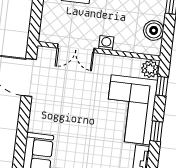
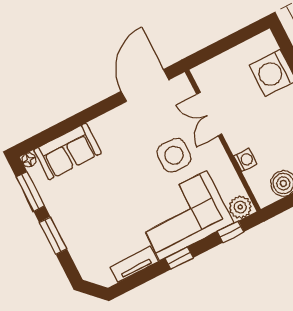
washing machine: (106, 43) -> (246, 160), moved
side table: (87, 89) -> (174, 155), added

